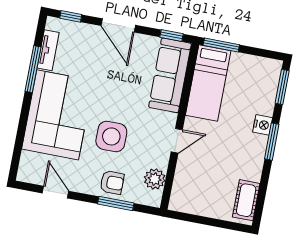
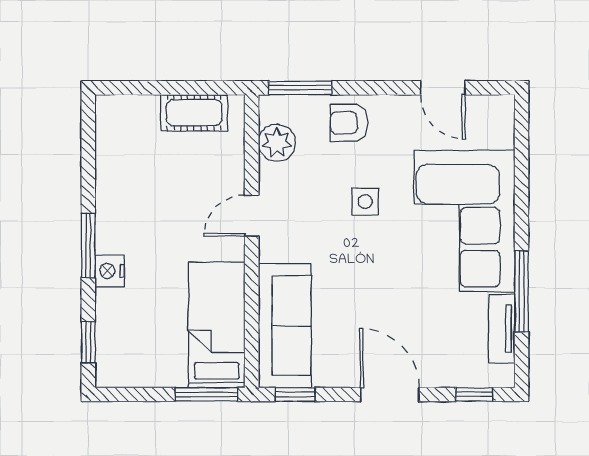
window: (282, 87) -> (88, 342), width x0.67
side table: (111, 136) -> (365, 202), width x0.54, depth x0.54
cot: (246, 200) -> (194, 113), moved, turned 90
window: (116, 204) -> (300, 88), moved

